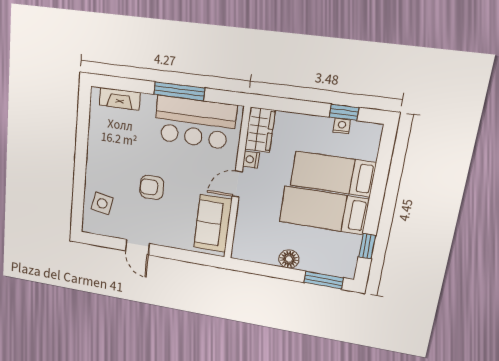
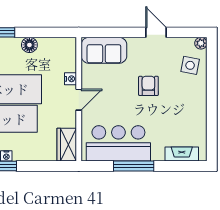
nightstand: (251, 160) -> (71, 79), moved
armchair: (152, 187) -> (148, 86), turned -90
sofa: (213, 224) -> (104, 50), moved, turned 90
plant: (88, 226) -> (201, 43), added

